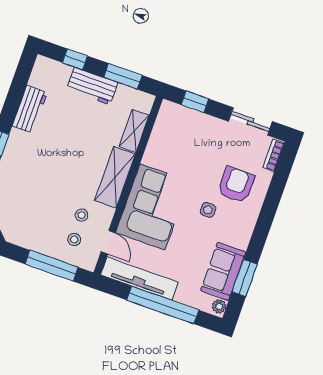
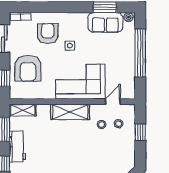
shelving: (134, 131) -> (23, 110), moved
armchair: (197, 140) -> (28, 68), added
armchair: (236, 185) -> (48, 34), turned 90
window: (52, 266) -> (140, 132), width x0.46
tv unit: (139, 279) -> (129, 74), removed

